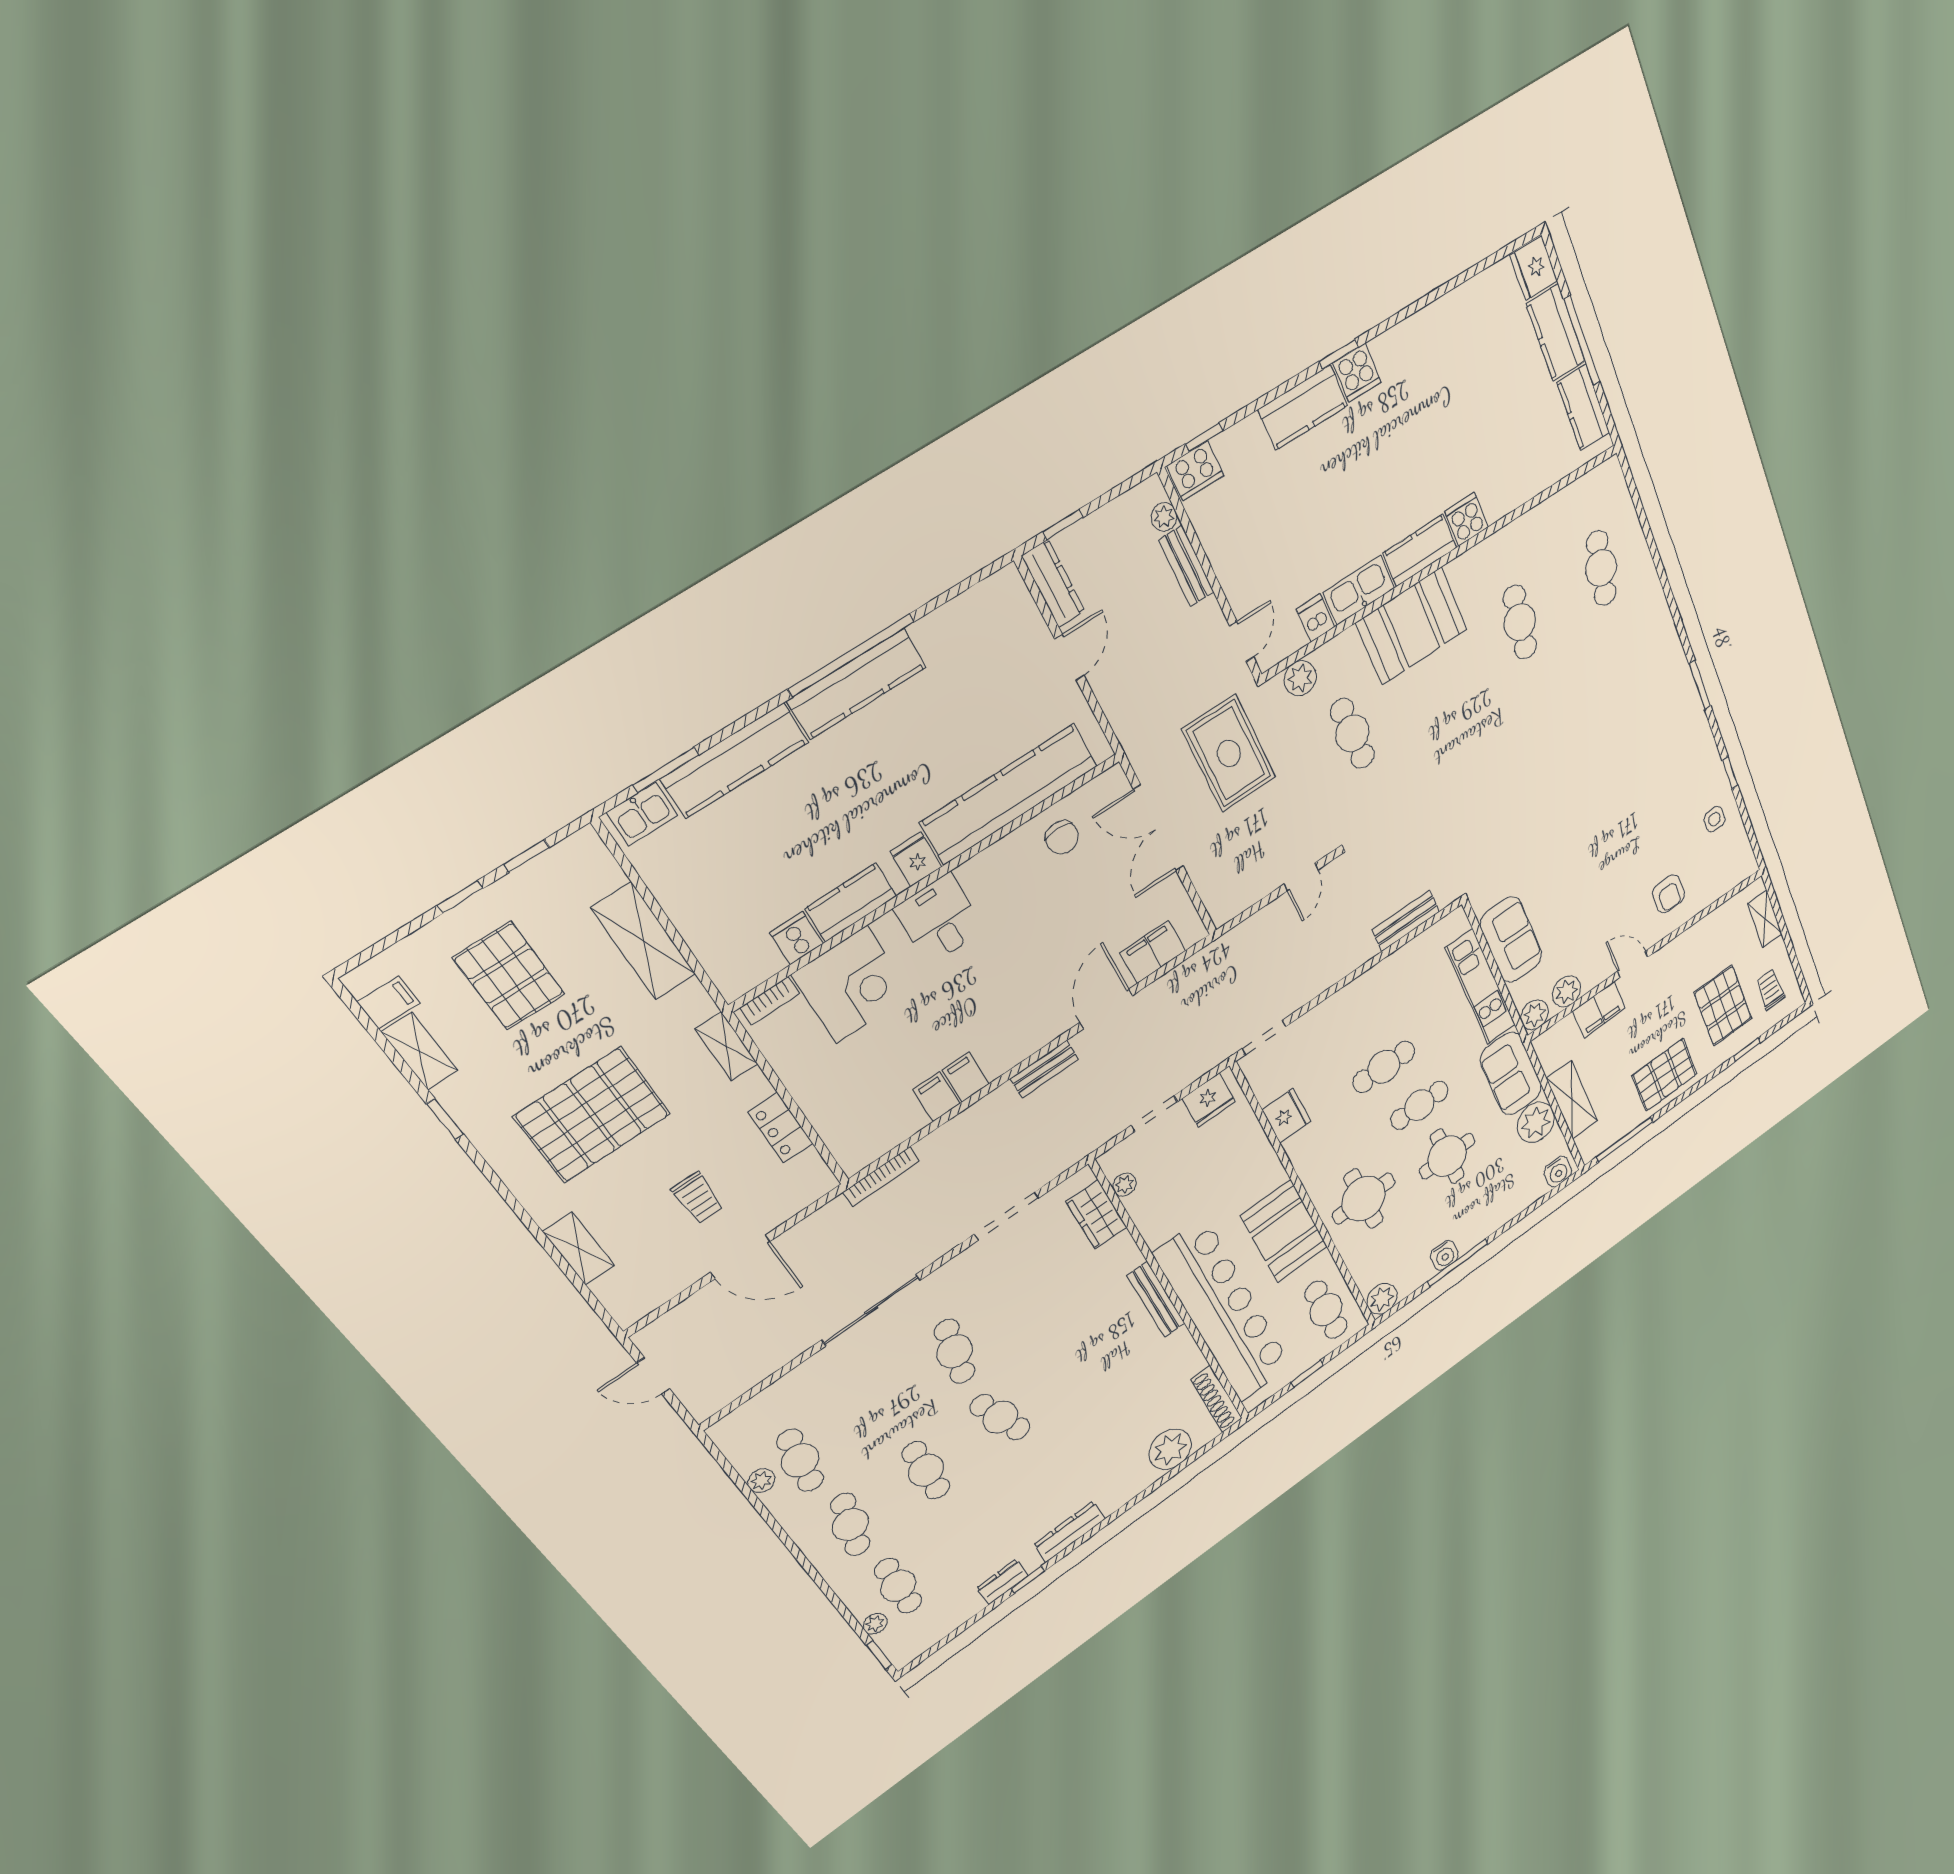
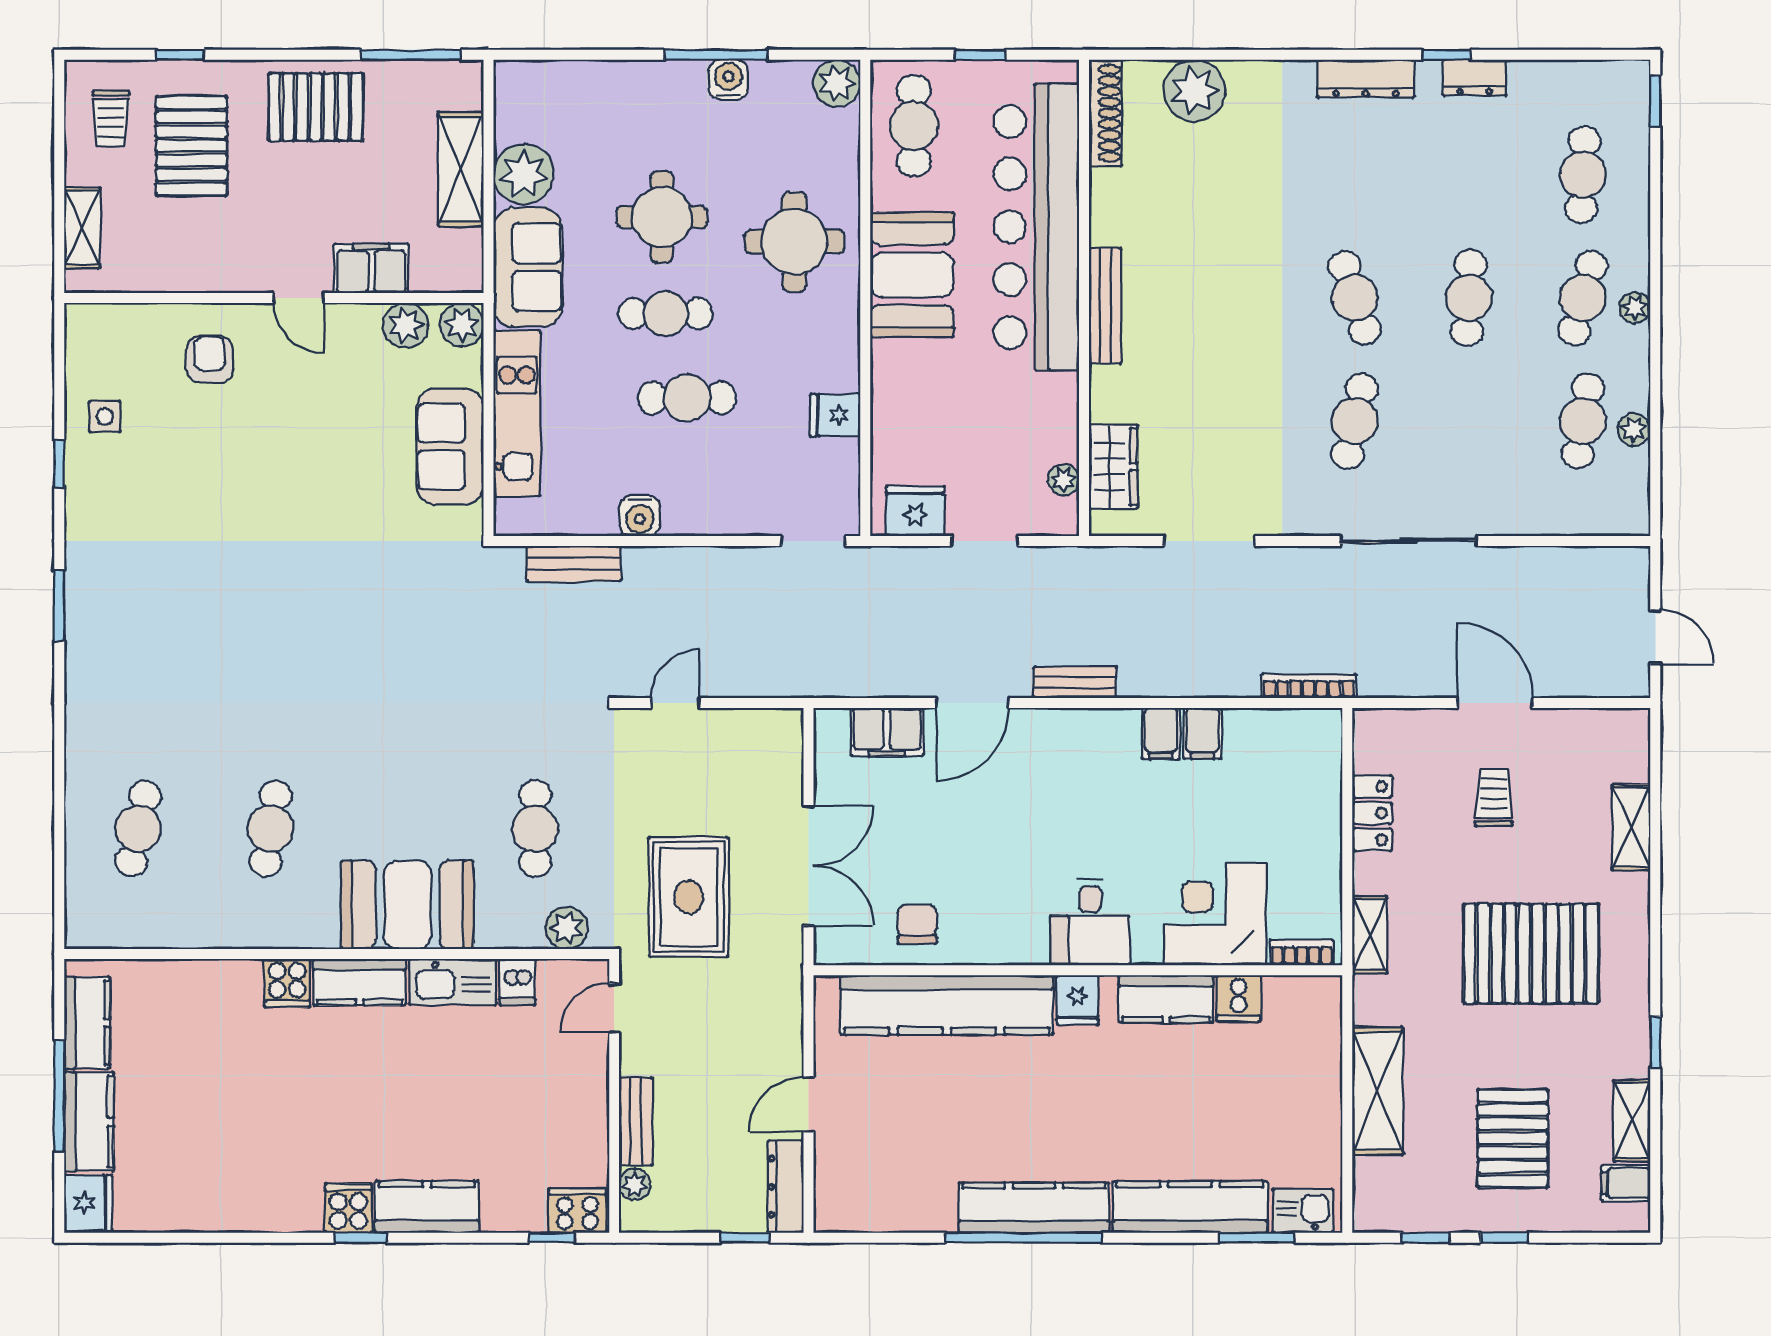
fridge: (1286, 1116) -> (835, 415), width x0.72
water cooler: (1558, 1172) -> (640, 516), moved, turned 180
plant: (875, 1624) -> (1635, 308), moved

